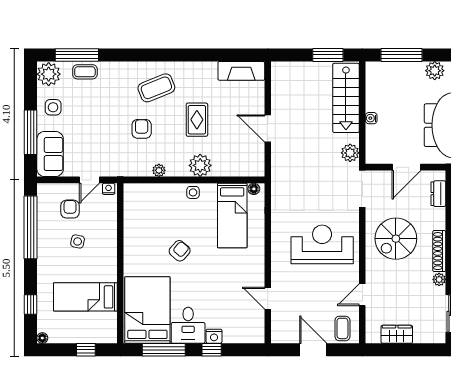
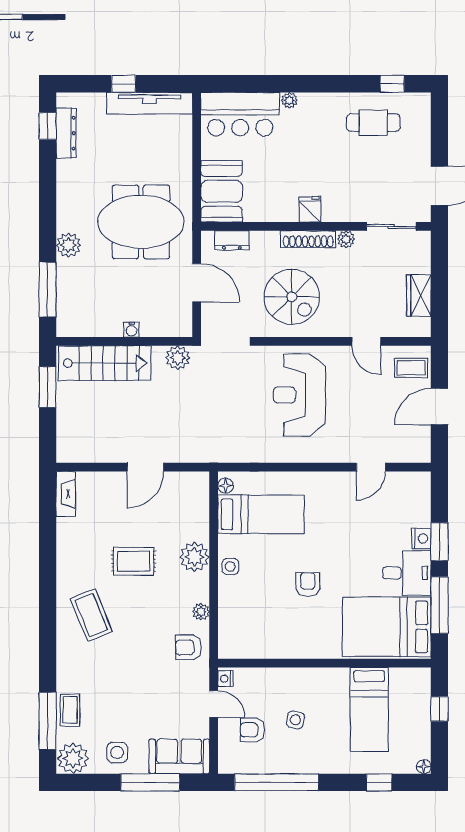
fireplace: (241, 71) -> (66, 494), width x0.73, depth x0.76
armchair: (142, 129) -> (188, 647), moved
armchair: (180, 251) -> (308, 584), turned 49
window: (212, 350) -> (439, 542), width x1.50

